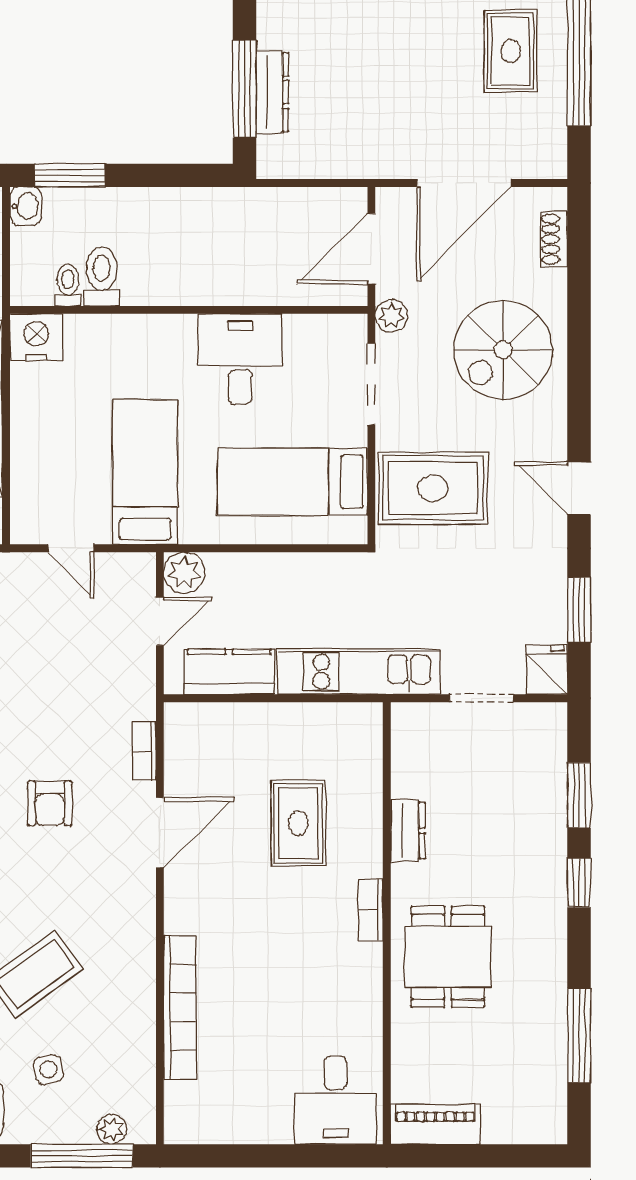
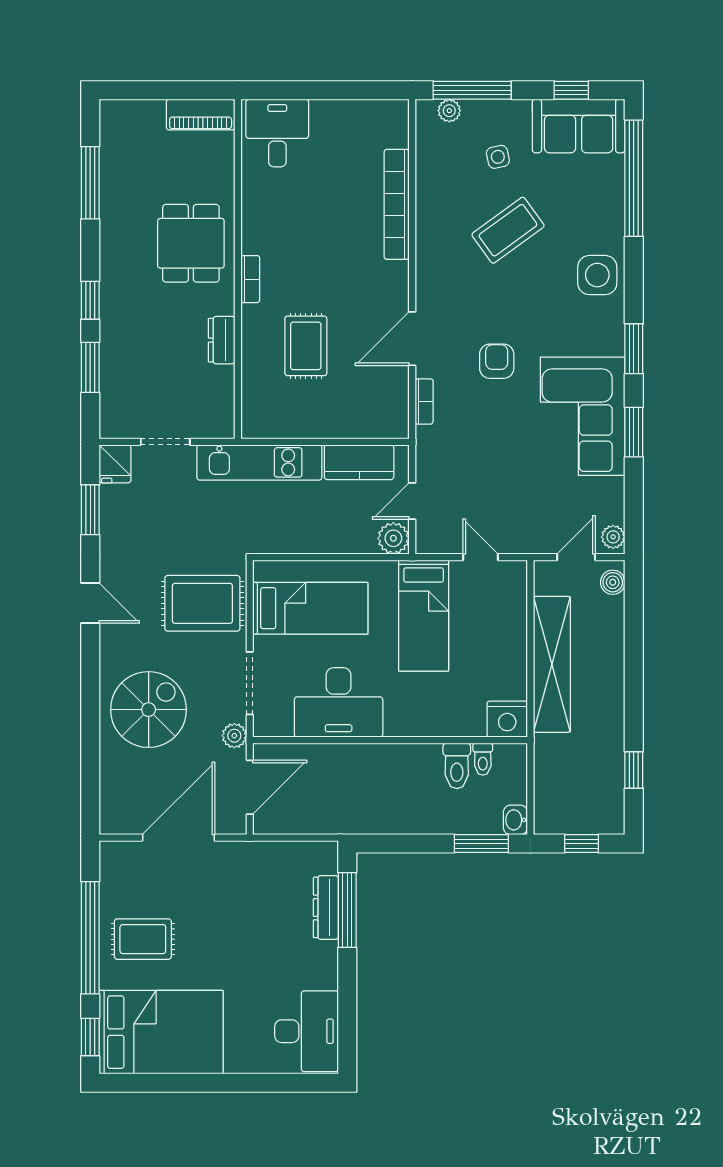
rug: (511, 51) -> (143, 939), turned 90
shoe rack: (554, 239) -> (109, 795), removed
desk: (240, 359) -> (339, 702), width x1.37

